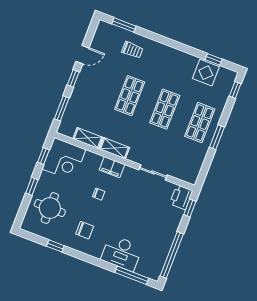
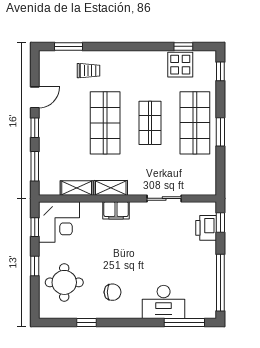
shop shelf: (130, 96) -> (105, 123), width x1.43, depth x1.36
shop shelf: (200, 123) -> (195, 123), width x1.43, depth x1.36
chair: (99, 194) -> (113, 246), removed
printer: (181, 197) -> (206, 228), moved

